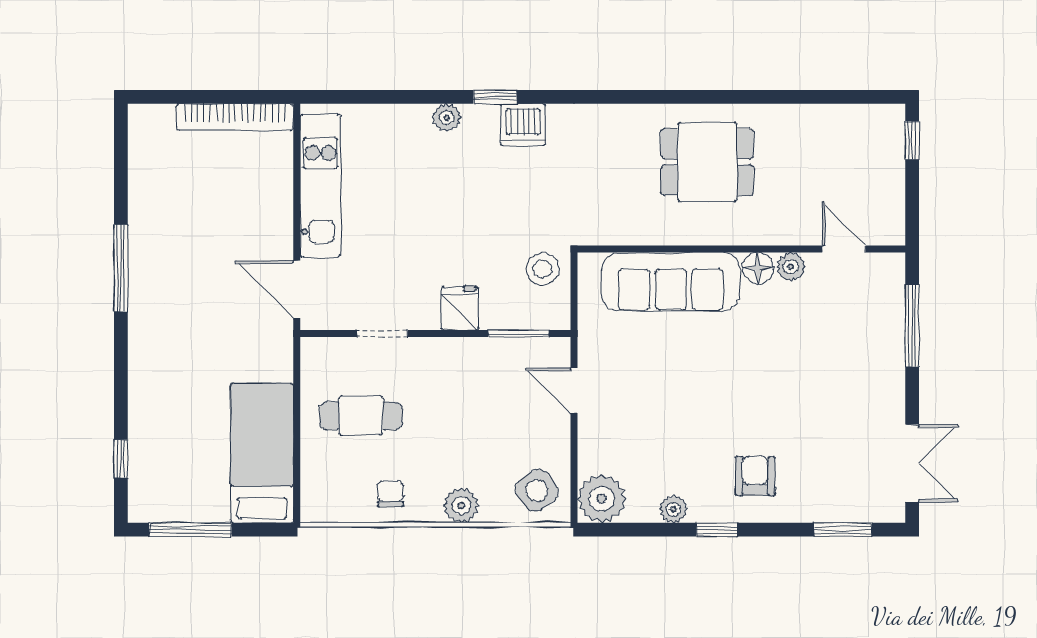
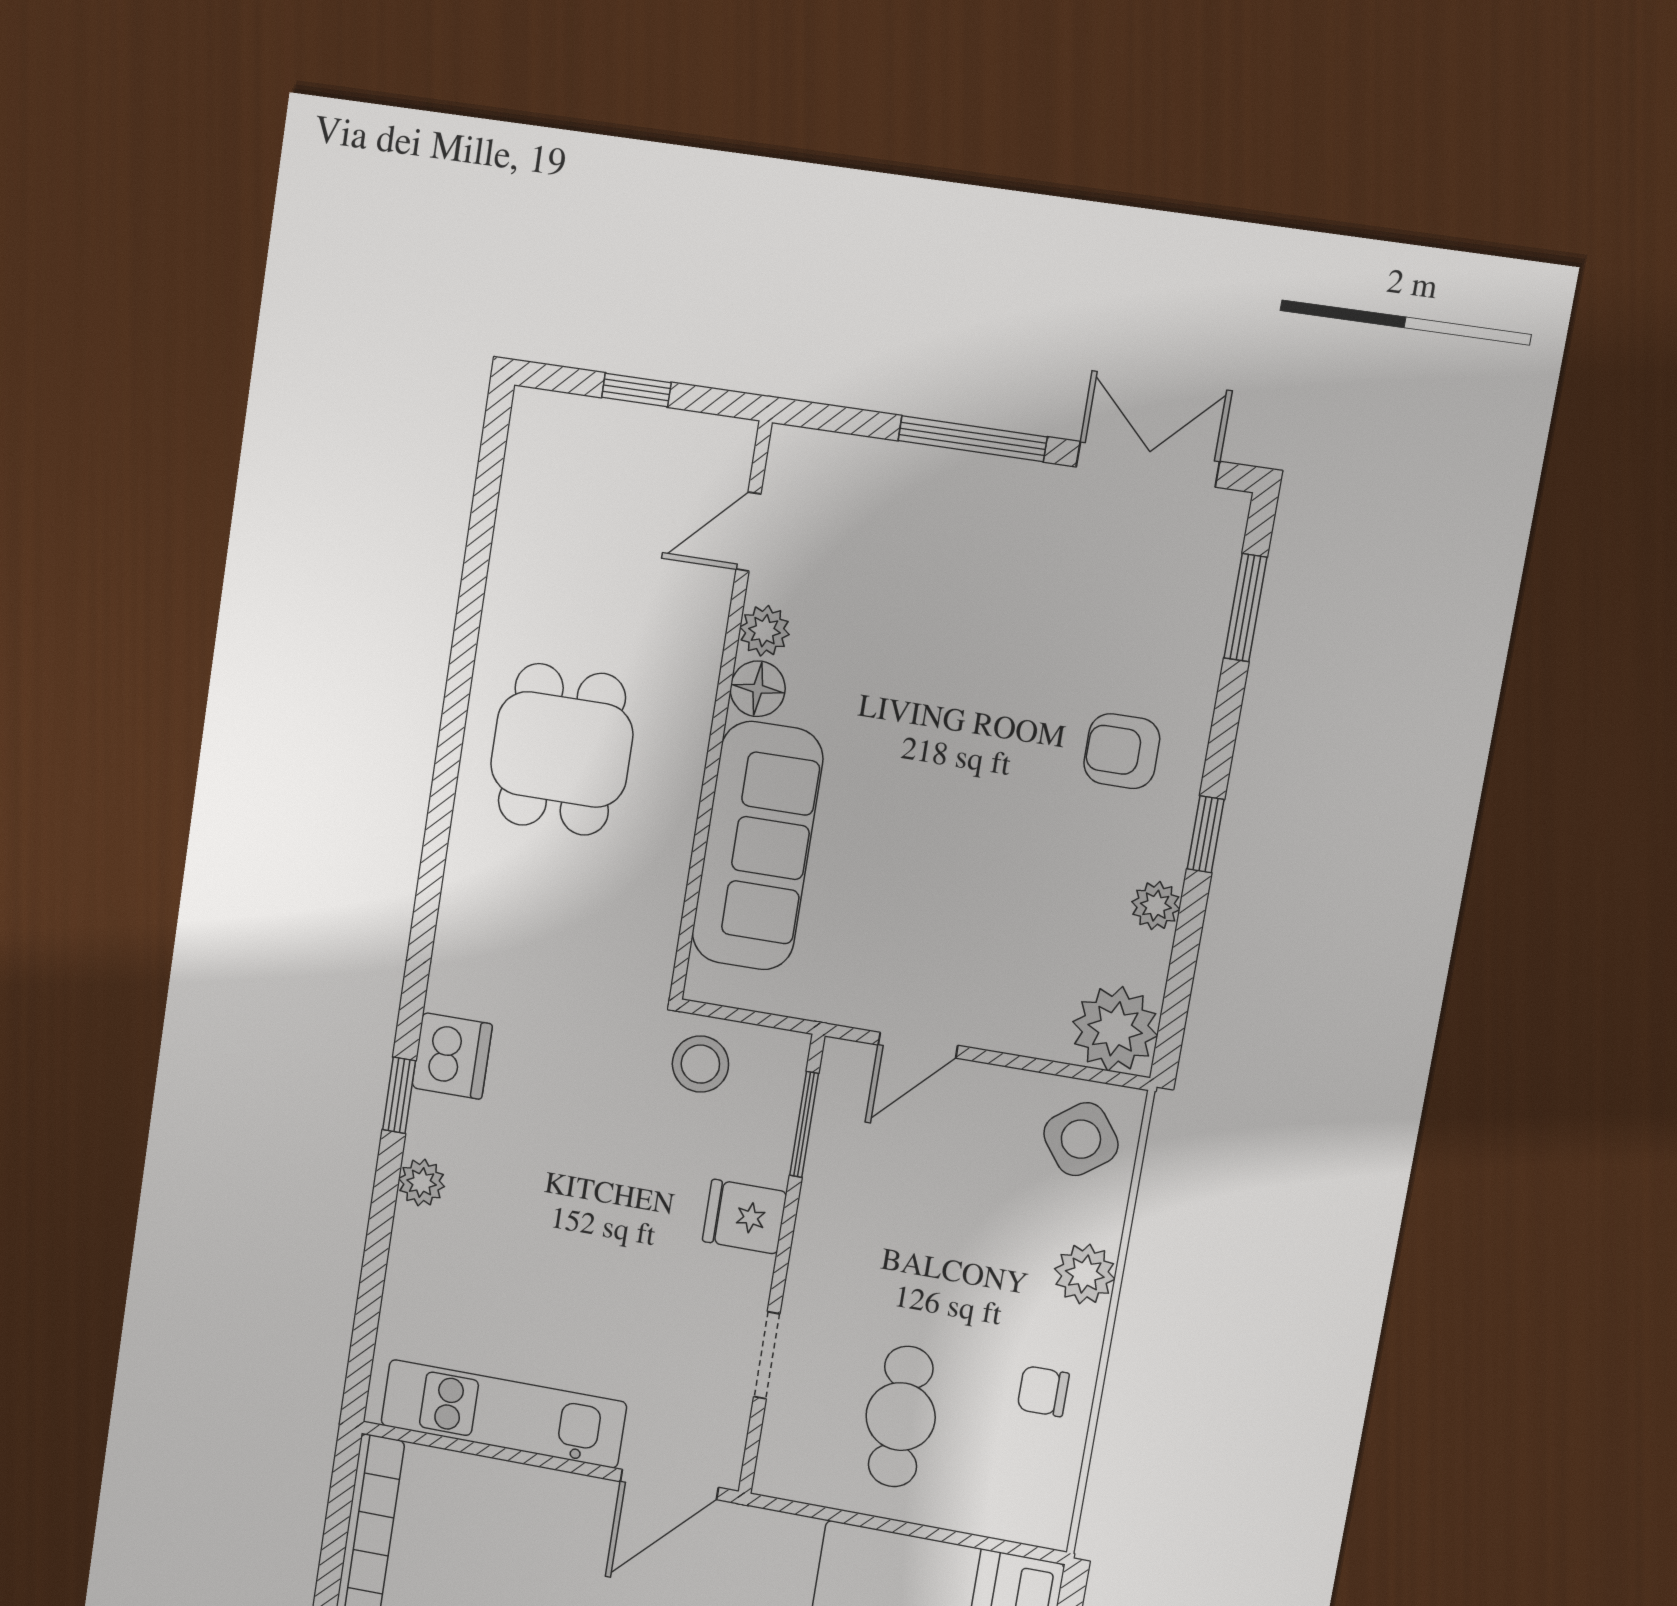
window: (912, 141) -> (636, 390), moved
window: (912, 326) -> (973, 439), moved

